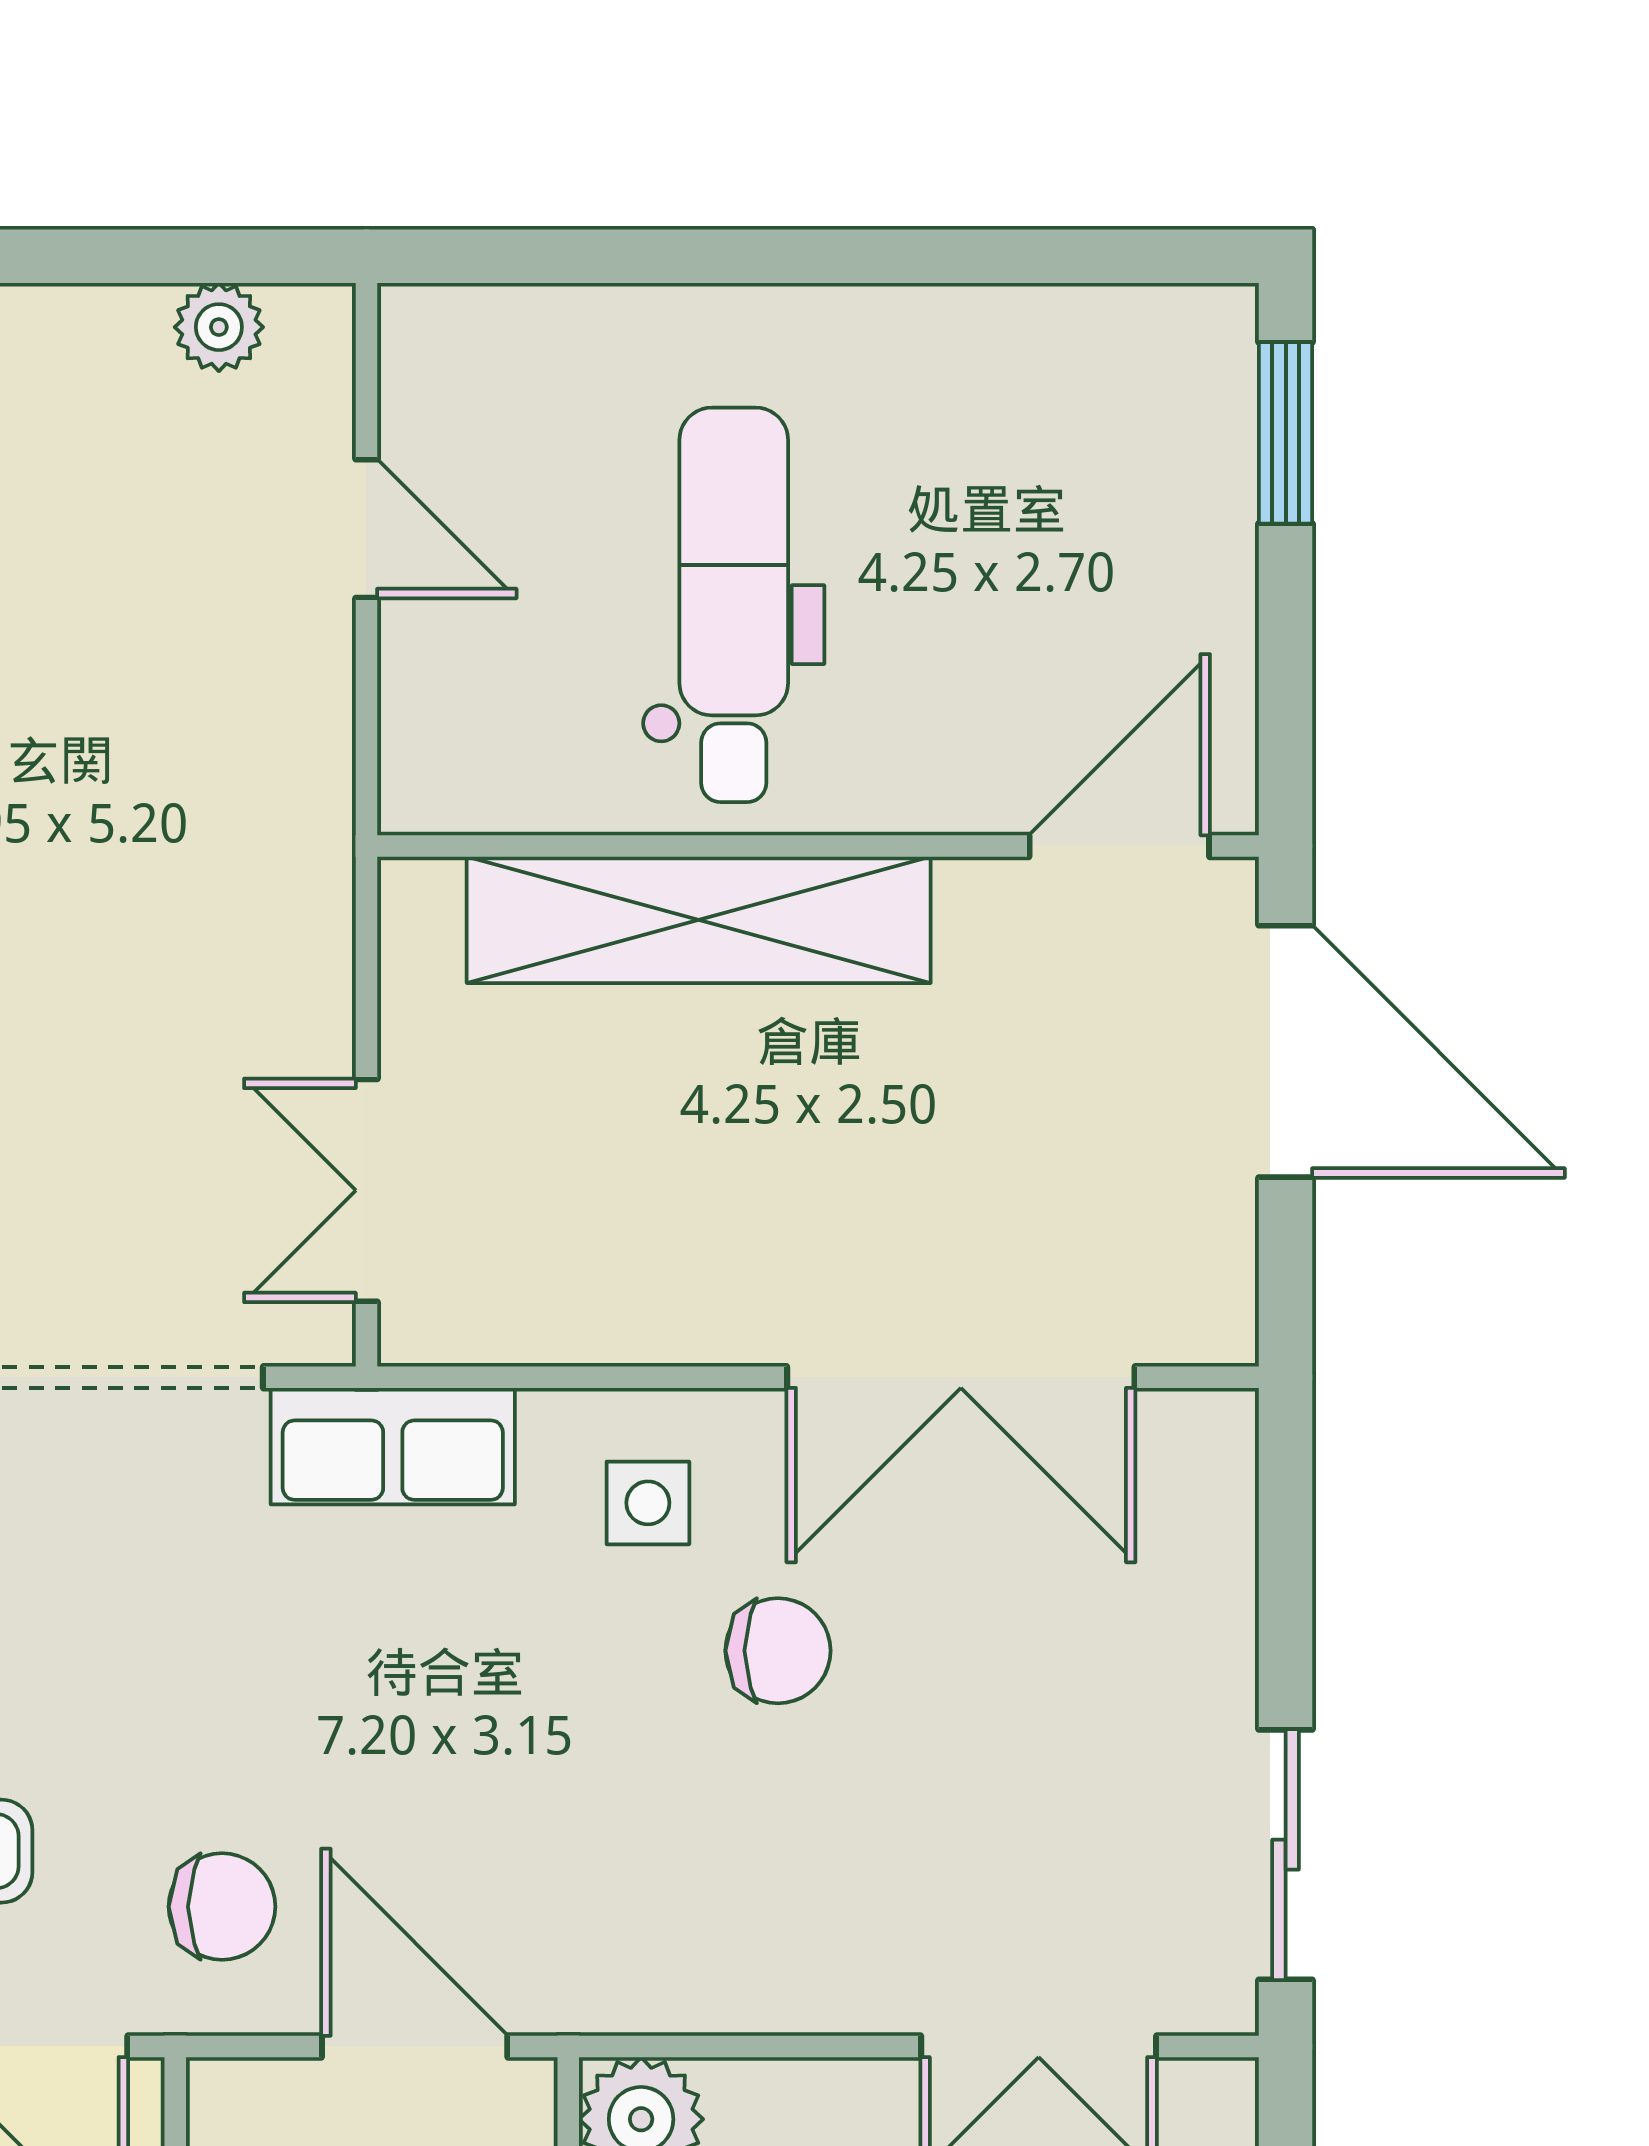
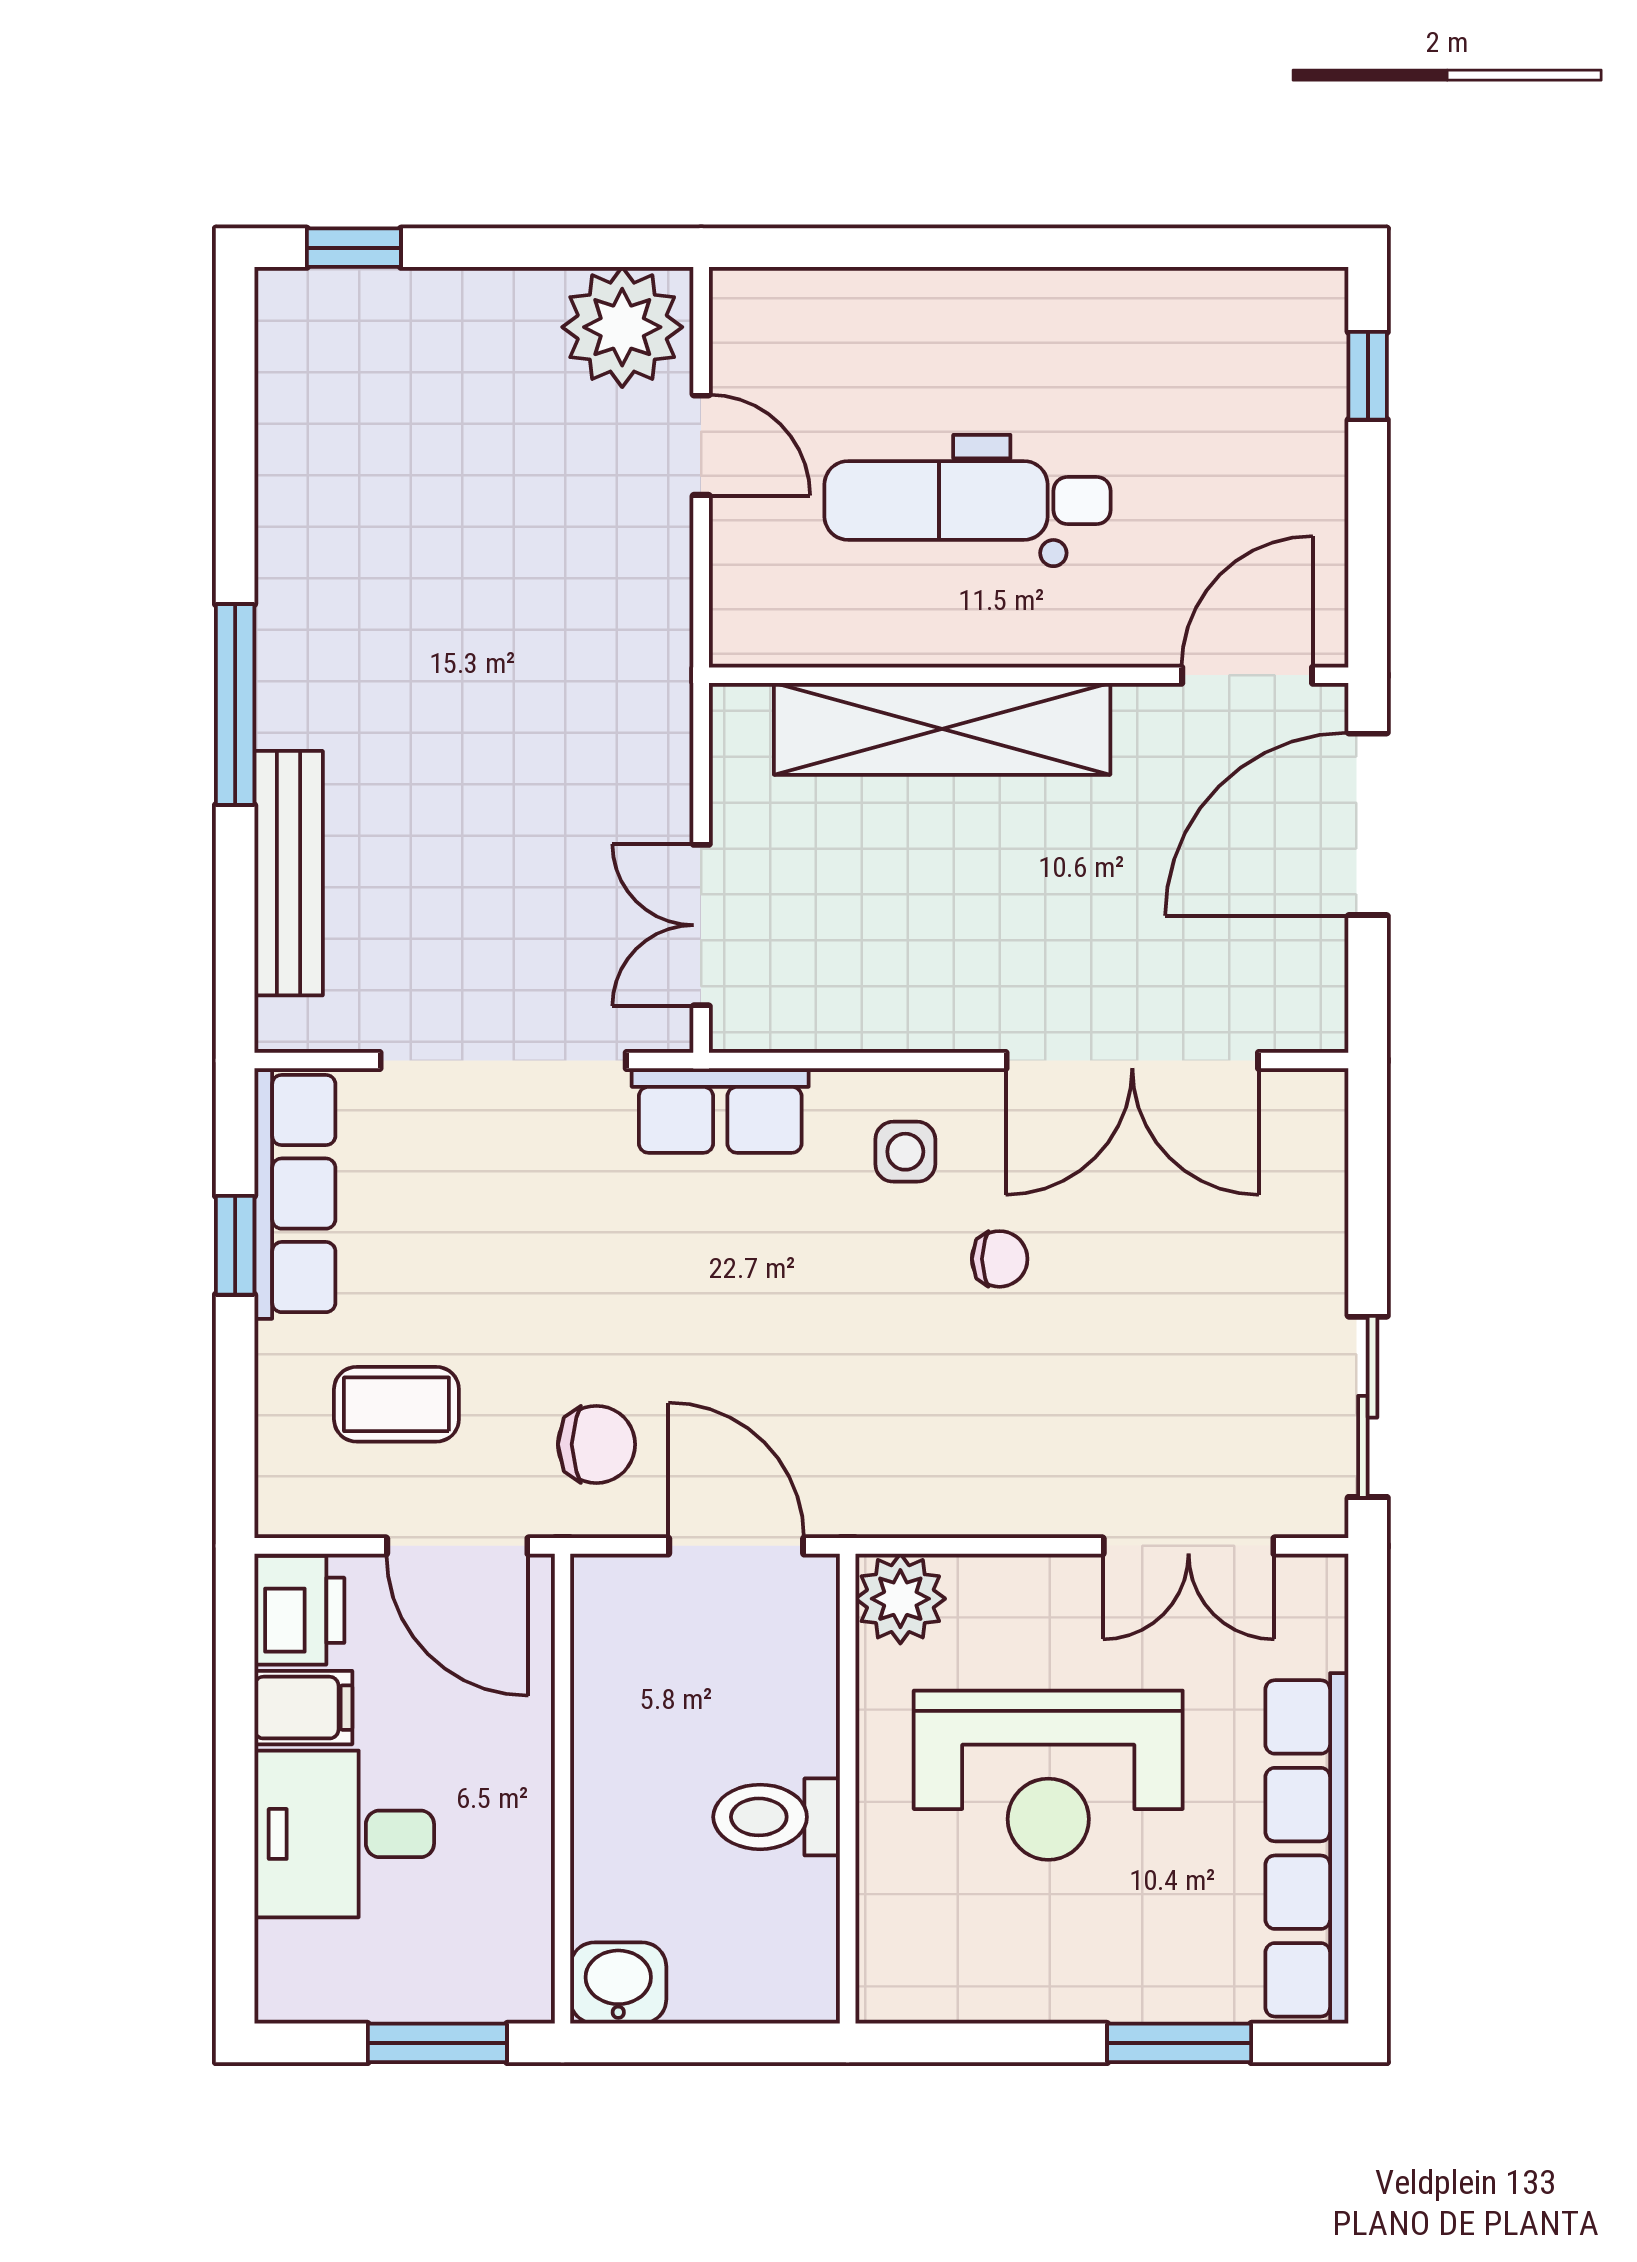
plant: (219, 327) -> (622, 327), width x1.87, depth x1.87
window: (1286, 433) -> (1368, 376), width x0.67
dental chair: (734, 605) -> (968, 500), turned -90
door: (1286, 1051) -> (1368, 824), swing flipped
chair: (778, 1651) -> (1000, 1259), width x0.73, depth x0.73

